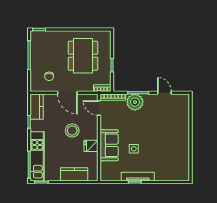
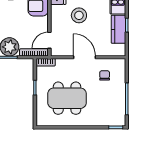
dining table: (83, 56) -> (67, 98), turned 90
kitchen counter: (37, 107) -> (118, 29), moved
door: (99, 108) -> (49, 40), swing flipped

